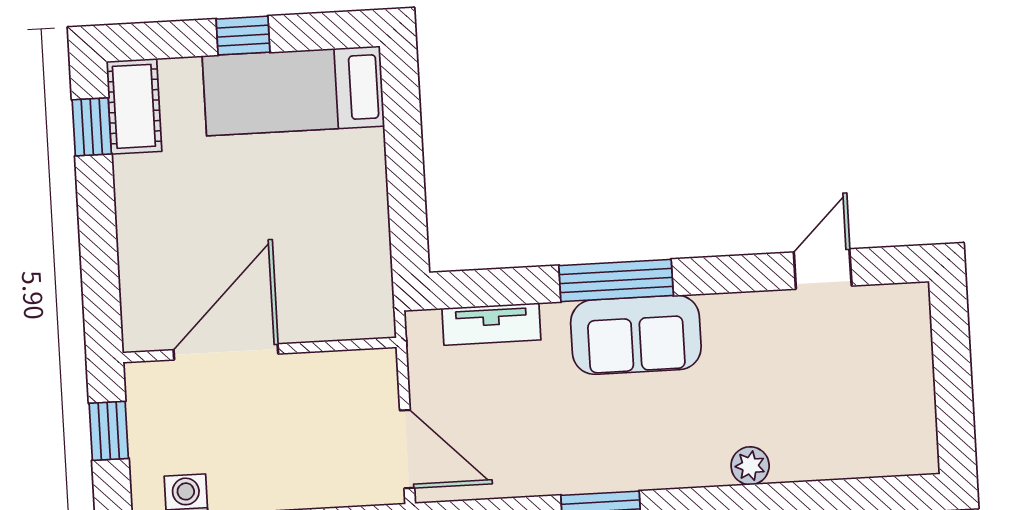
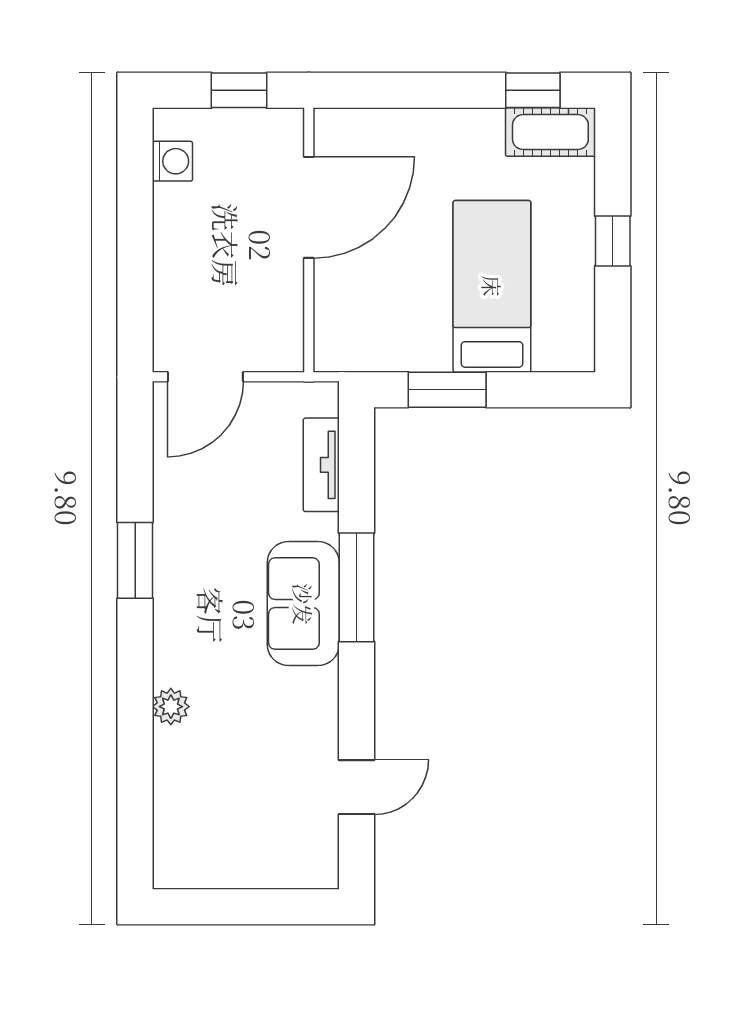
bed: (293, 91) -> (492, 286), moved
window: (407, 198) -> (447, 390), added
door: (823, 269) -> (357, 787), hinge flipped
door: (226, 352) -> (309, 207), hinge flipped

